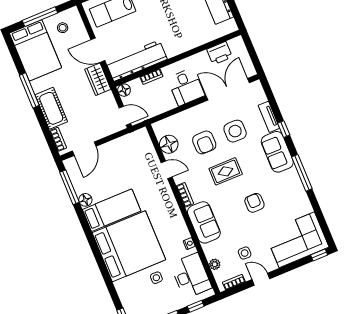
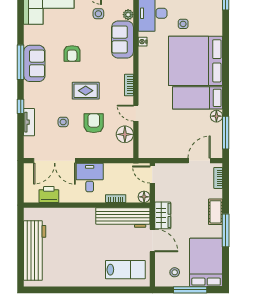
cot: (51, 108) -> (216, 212), width x0.73, depth x0.75
side table: (235, 131) -> (63, 122), width x0.54, depth x0.54
sofa: (277, 152) -> (34, 63), moved
sofa: (204, 222) -> (123, 39), moved

